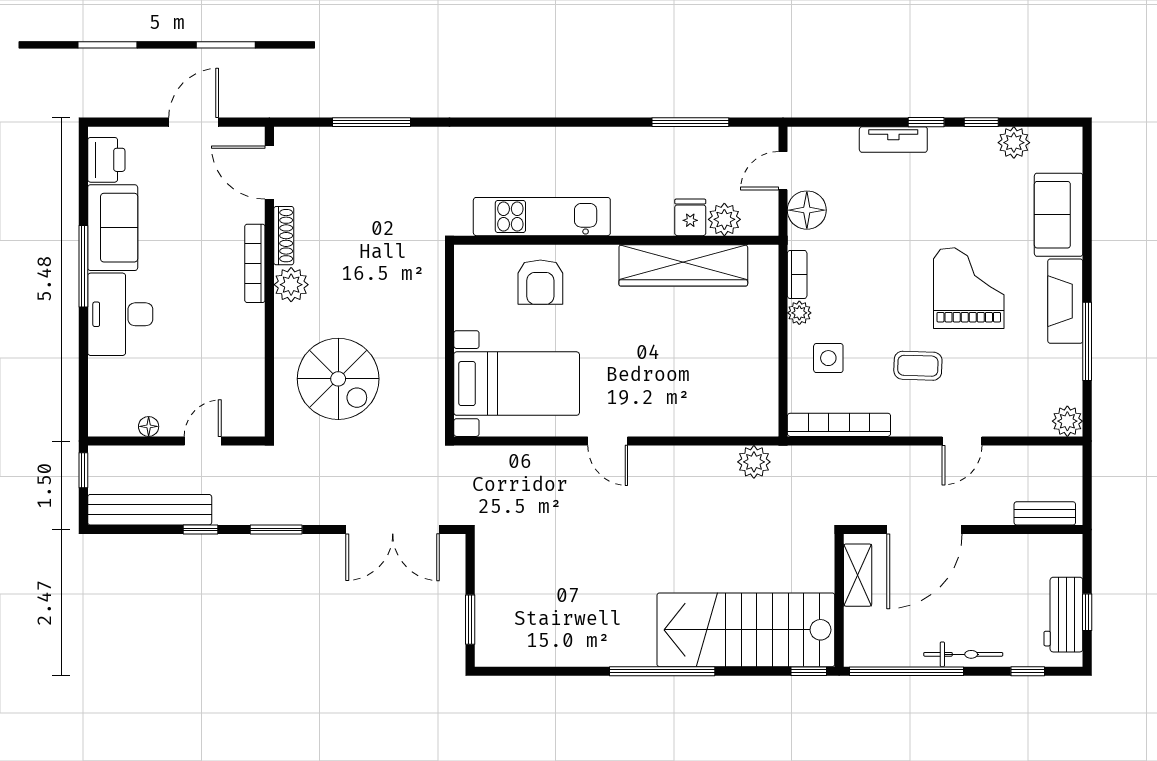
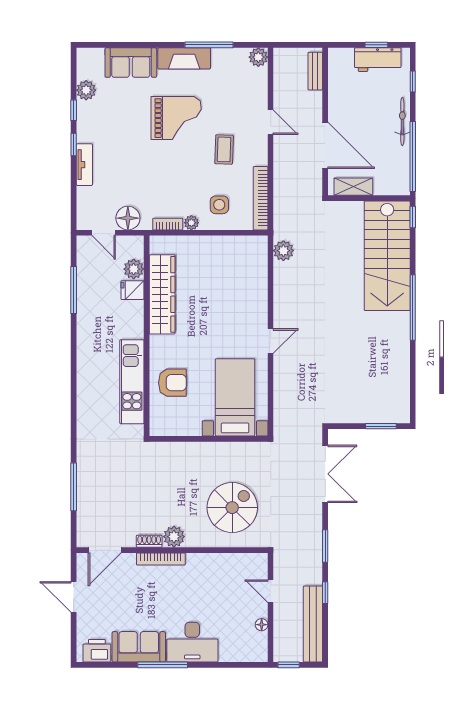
shoe rack: (284, 236) -> (149, 541), width x0.70
grand piano: (969, 288) -> (176, 118), turned 180

